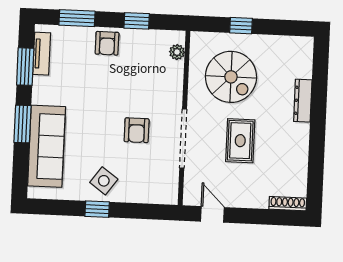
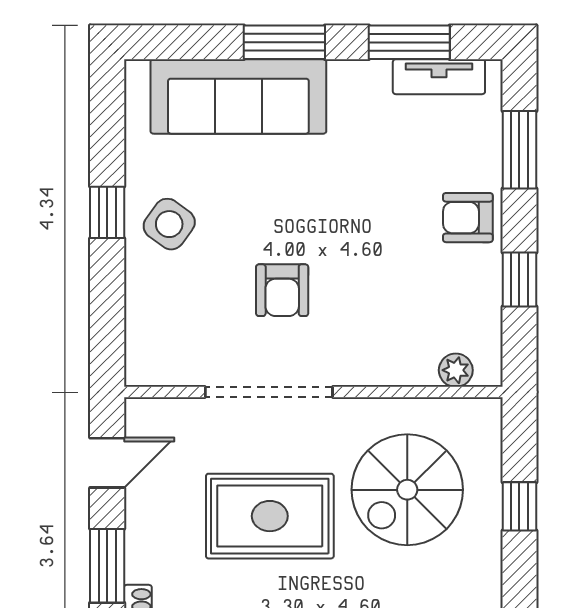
armchair: (137, 130) -> (282, 290), turned -90
rug: (240, 141) -> (270, 516), width x1.36, depth x1.43
window: (260, 217) -> (107, 566), added

